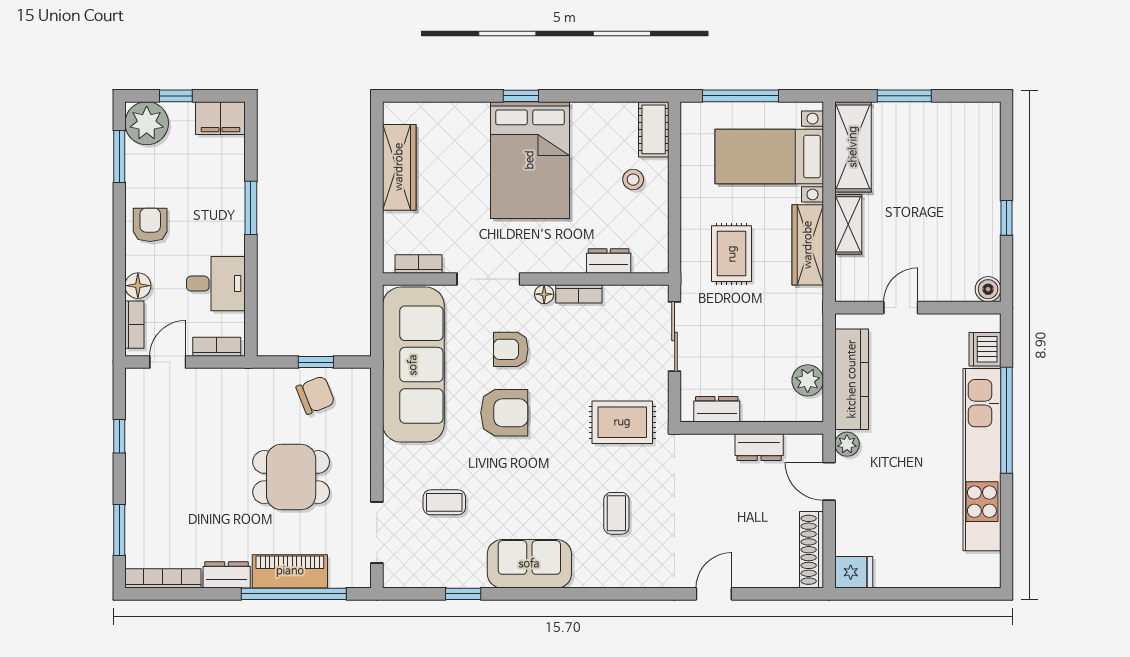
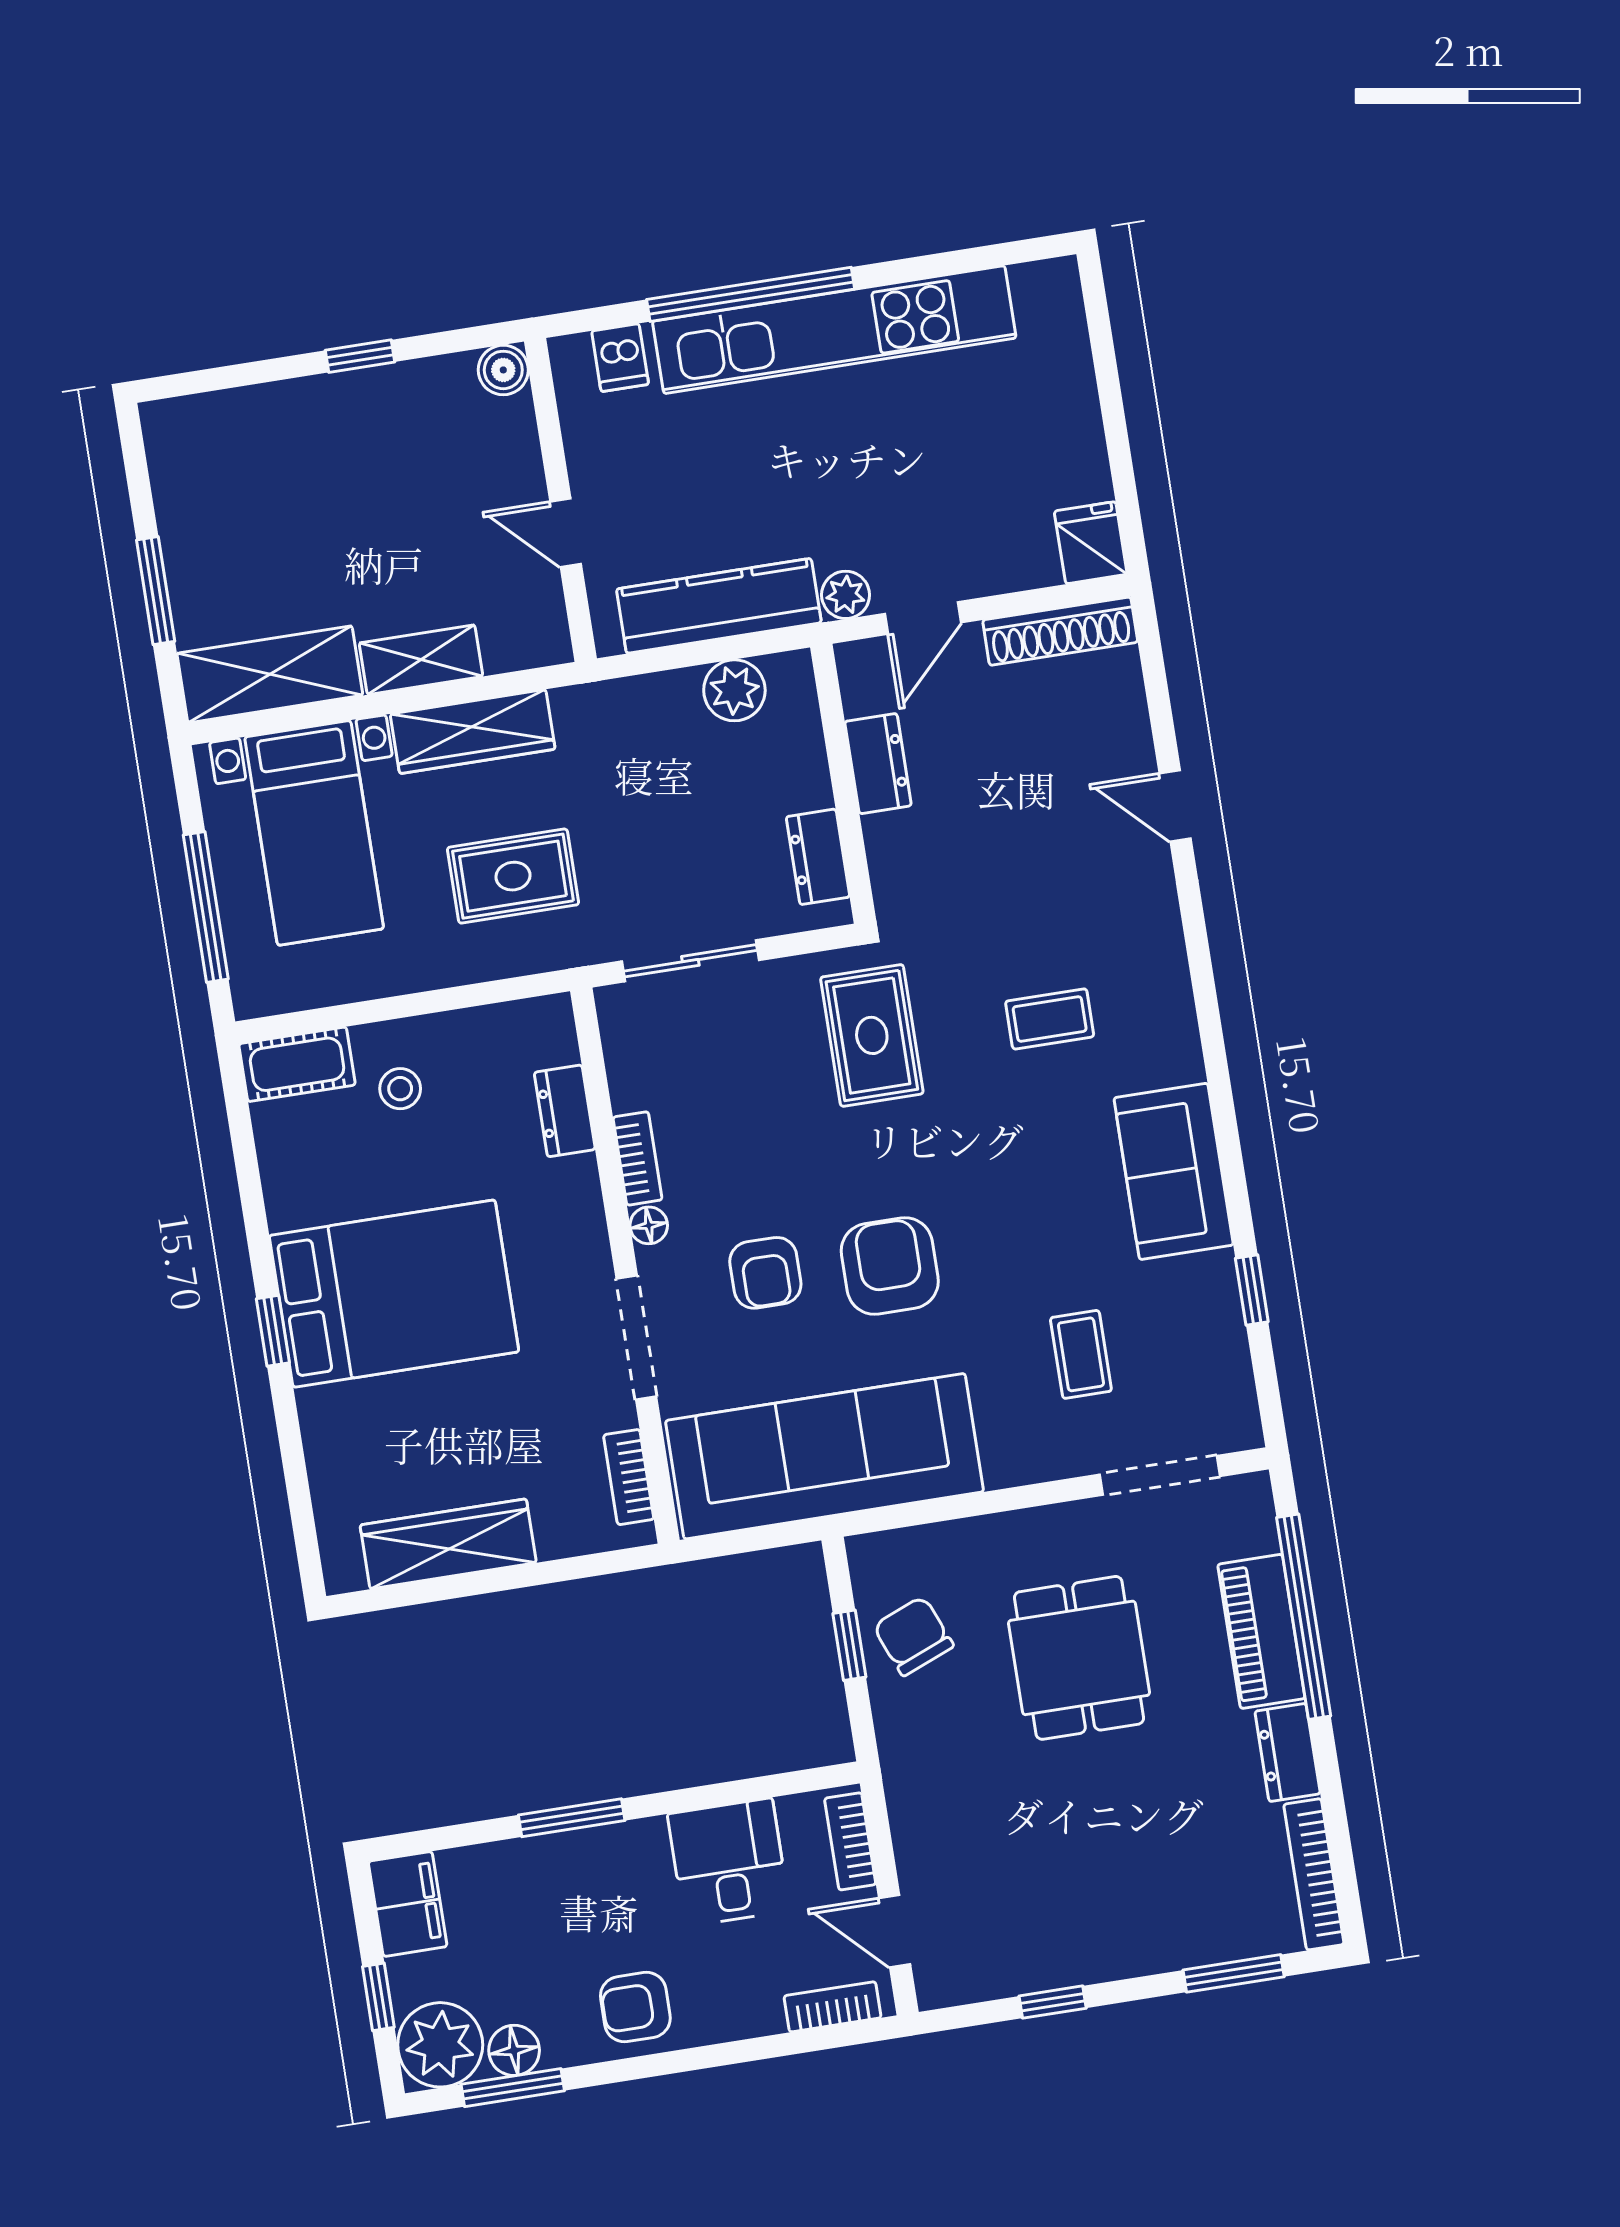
floor lamp: (138, 286) -> (514, 2050), moved
dishwasher: (985, 349) -> (620, 358), width x0.73

